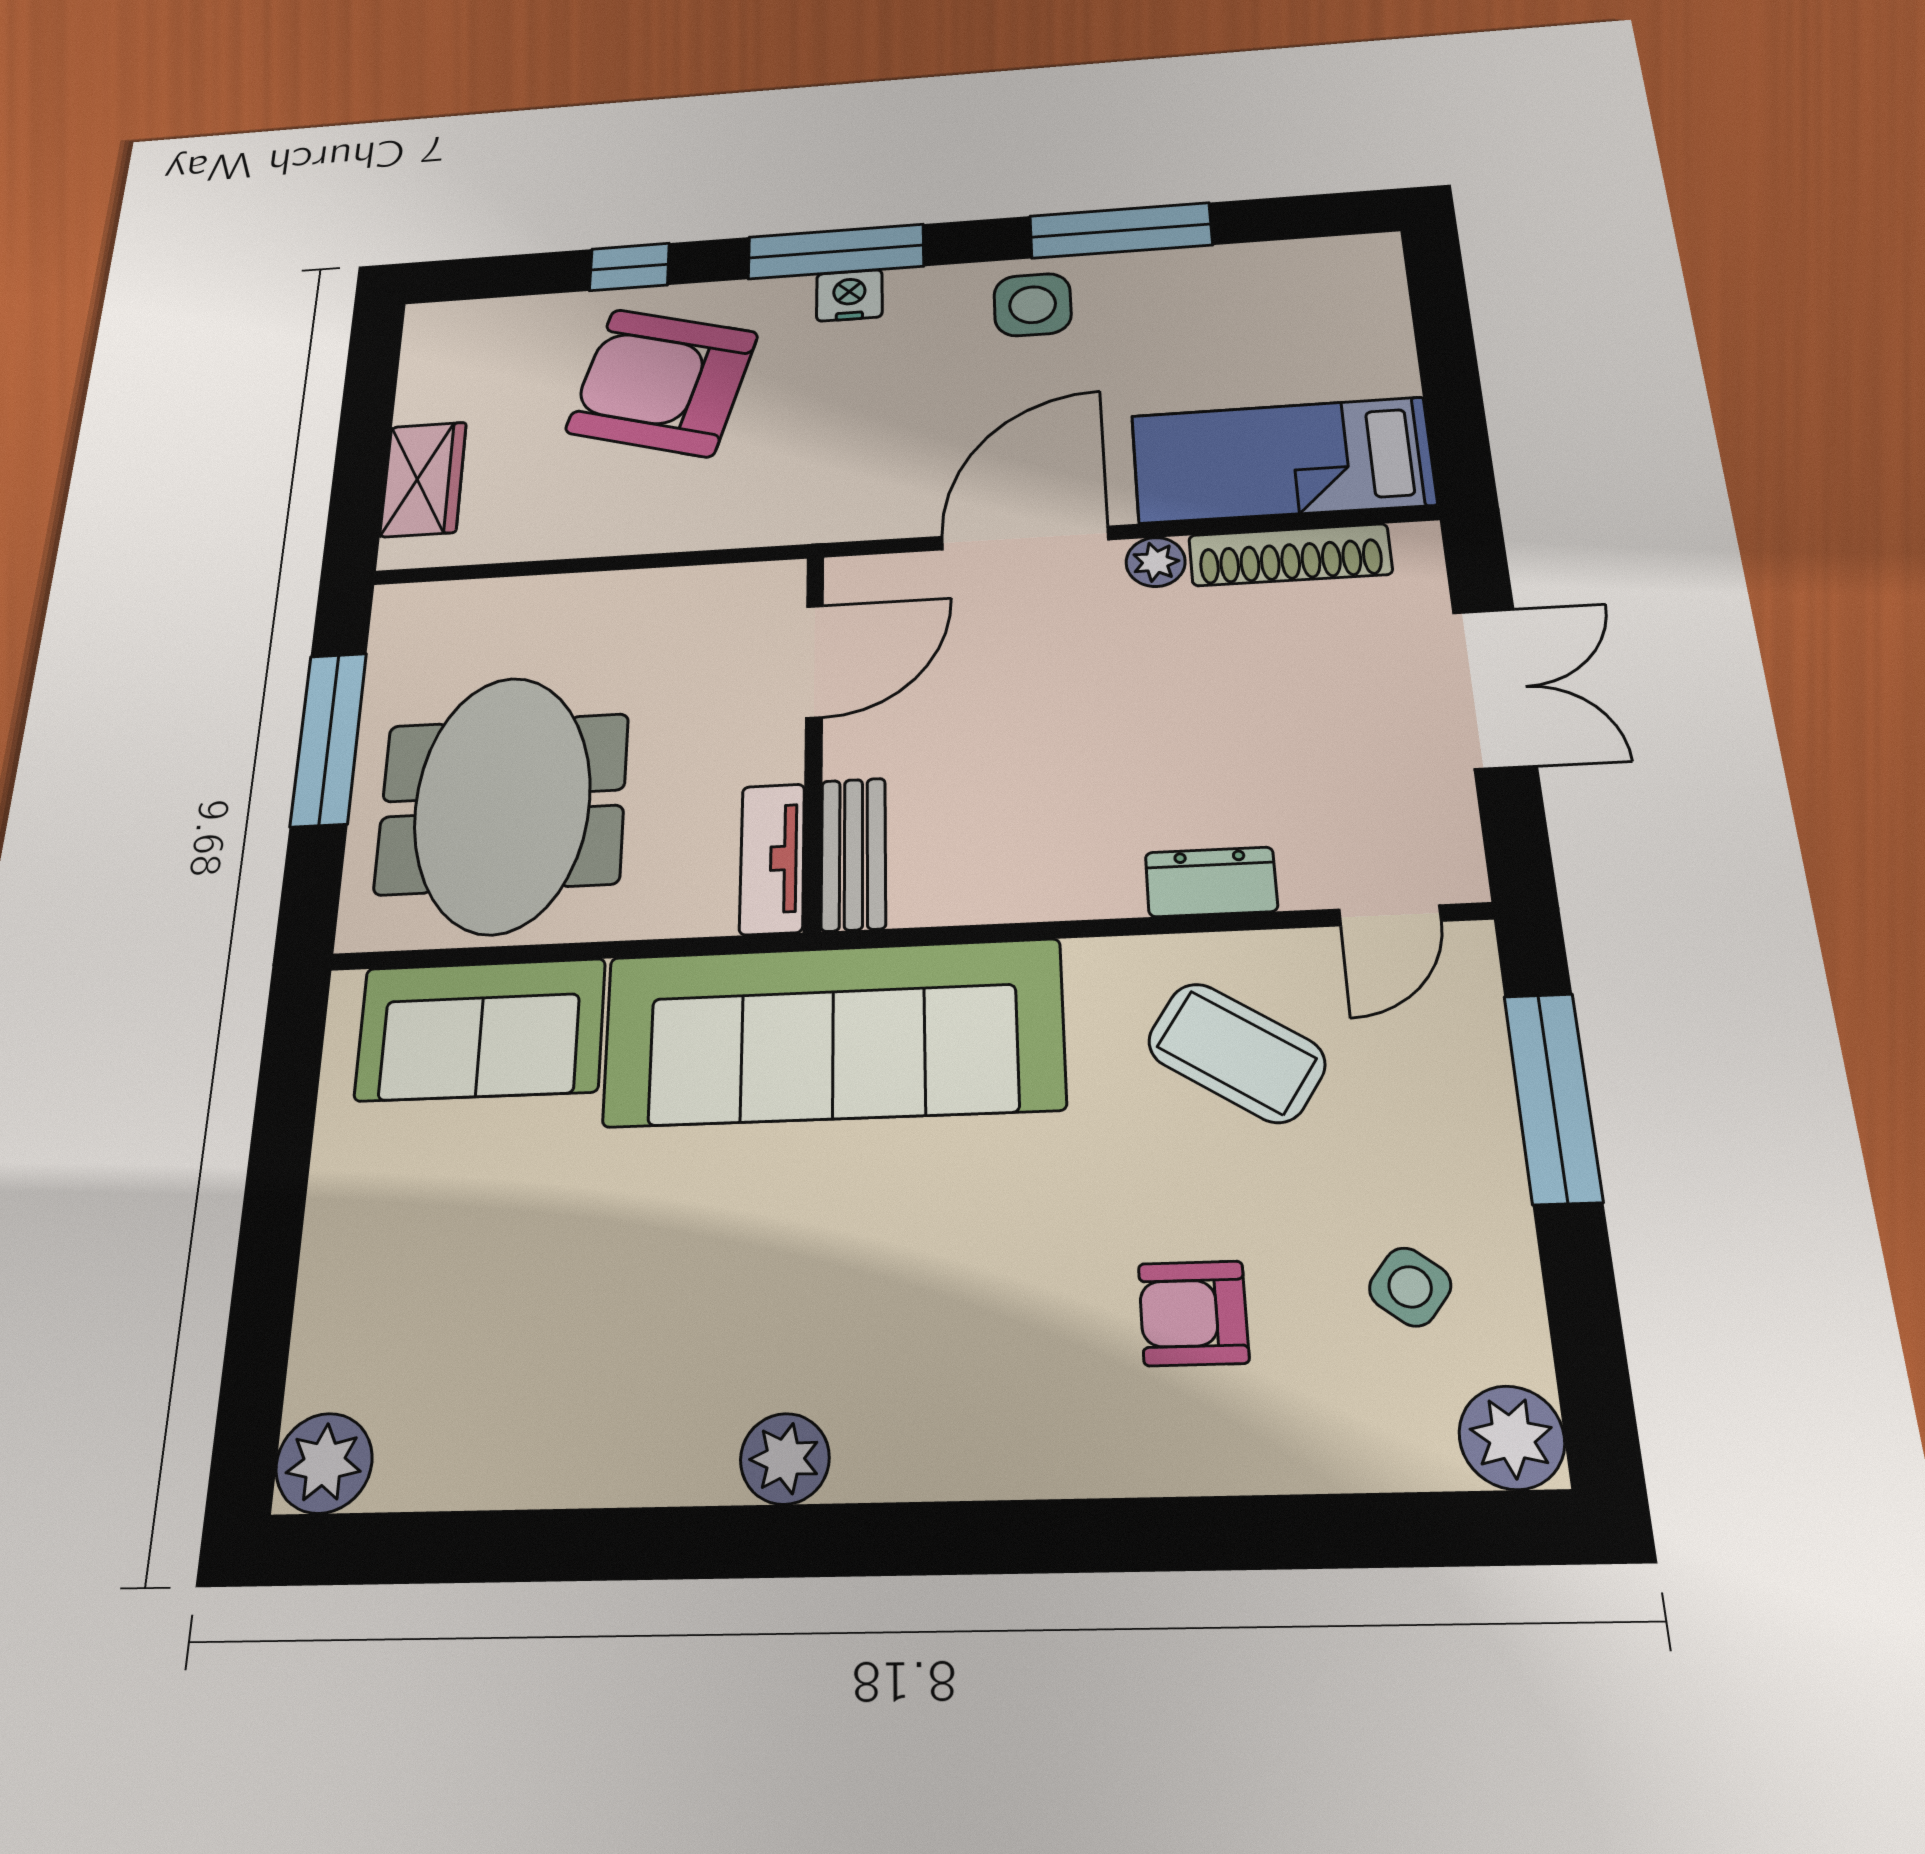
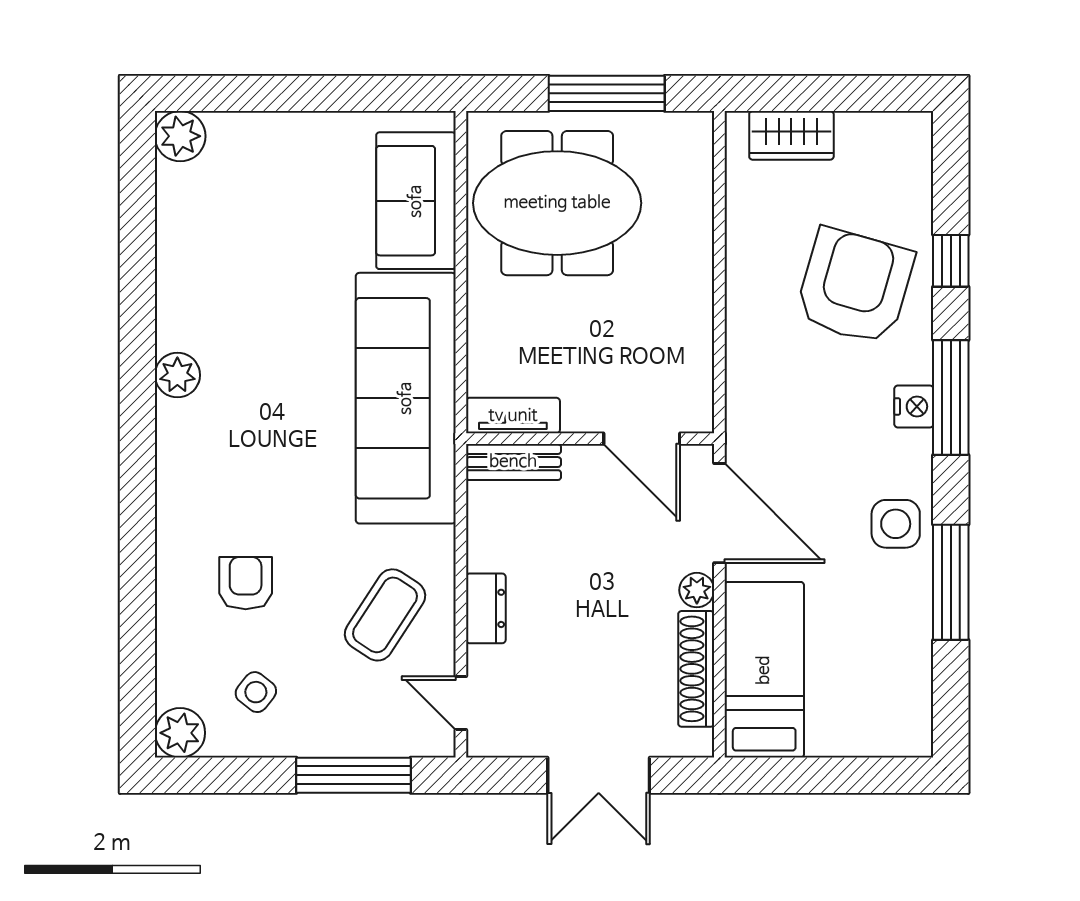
door: (814, 661) -> (642, 439), moved
wall: (814, 737) -> (590, 439), moved
bench: (853, 854) -> (513, 462), moved
tv unit: (772, 859) -> (513, 416), moved

